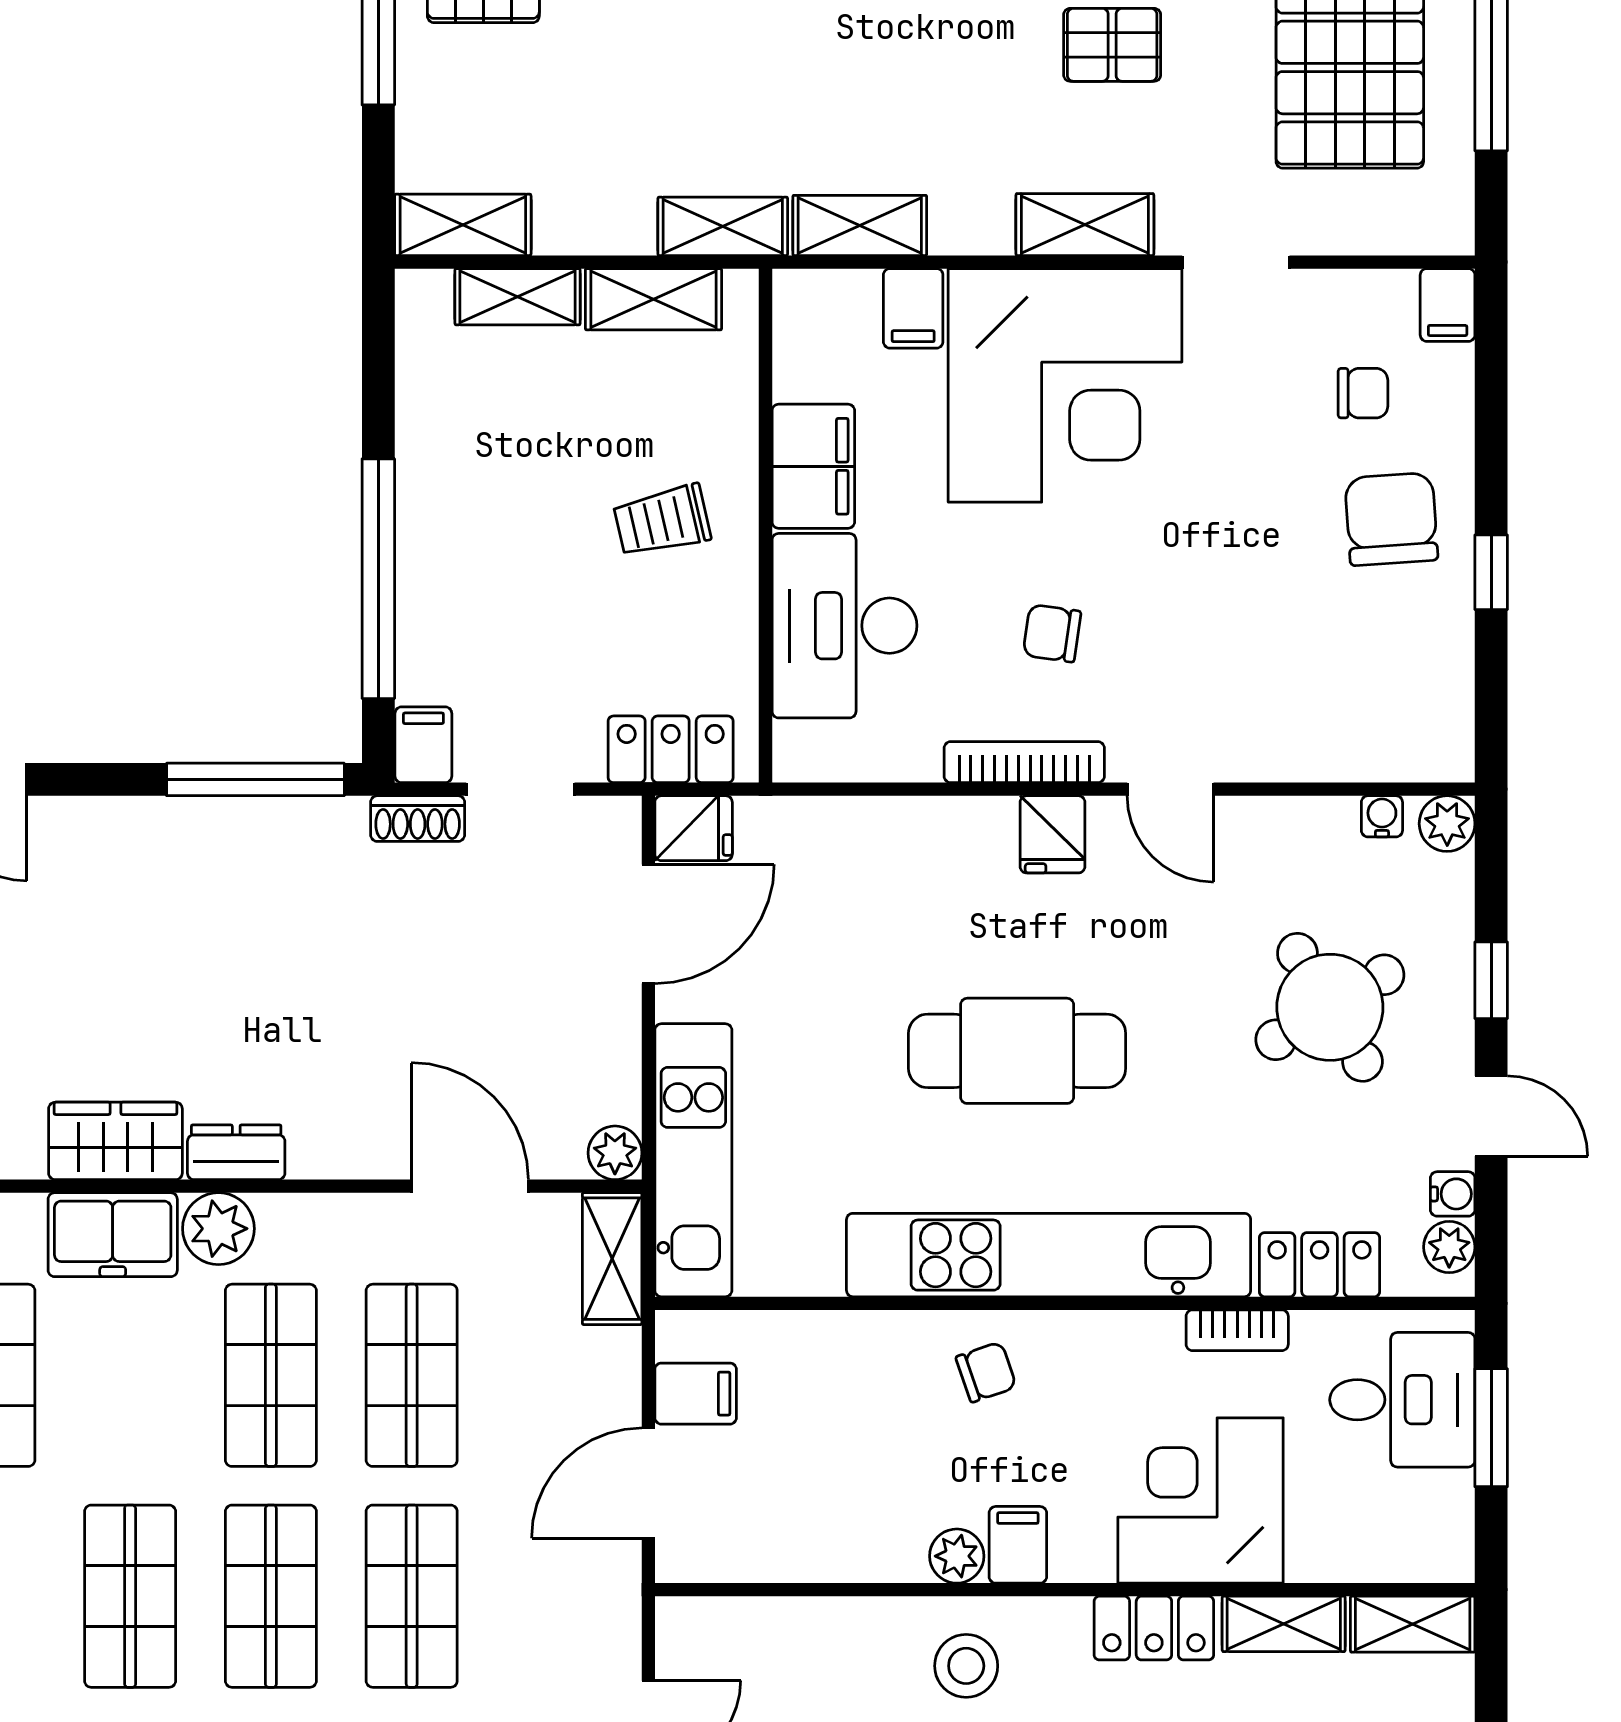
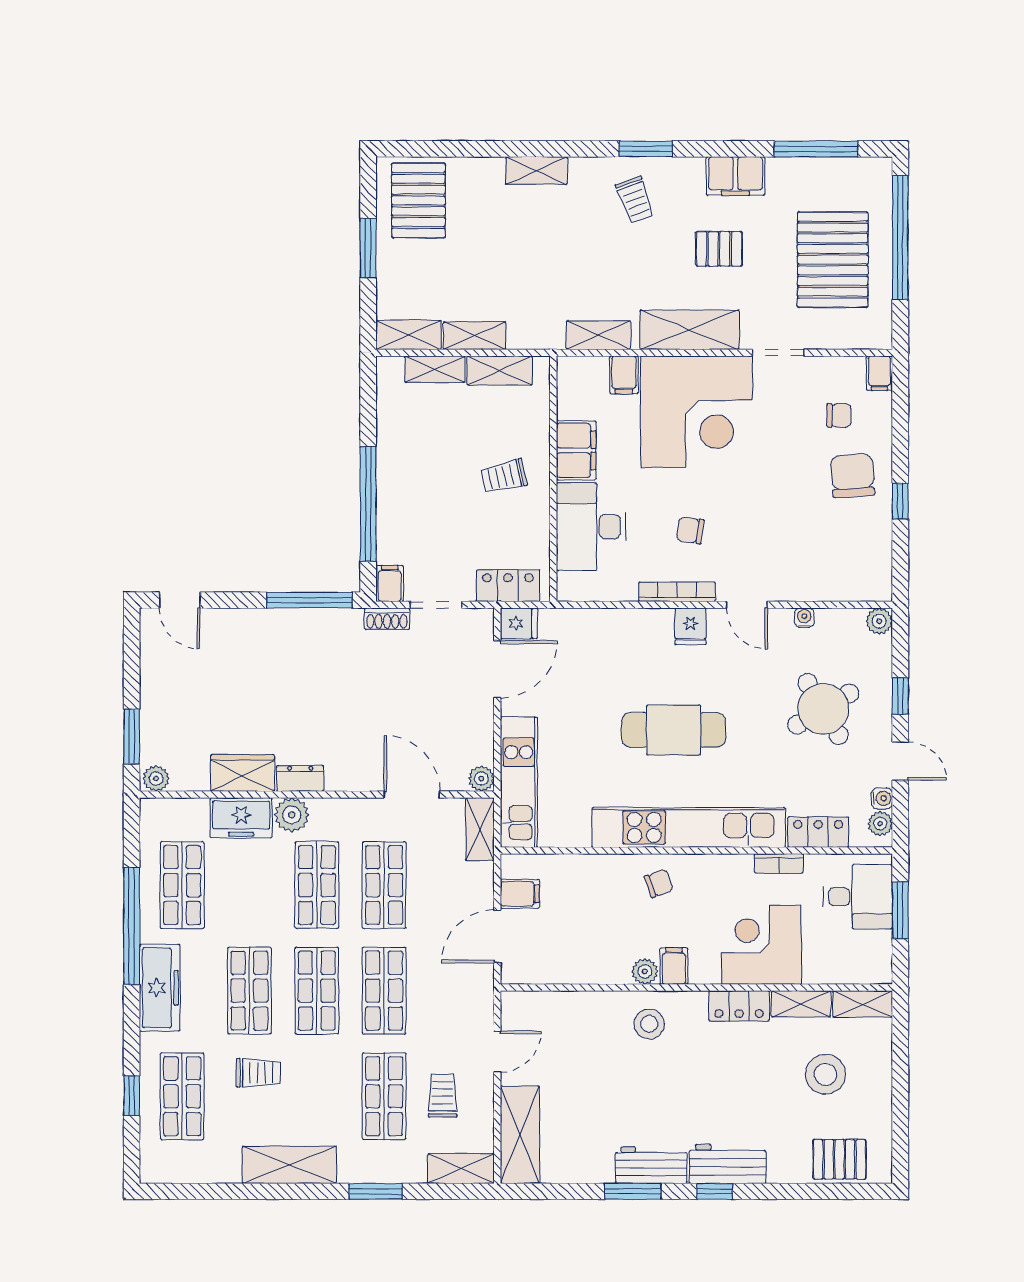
shelving: (1085, 225) -> (690, 330), width x1.50, depth x1.33
shelving: (723, 226) -> (475, 336), moved
water cooler: (1382, 816) -> (804, 618), moved

